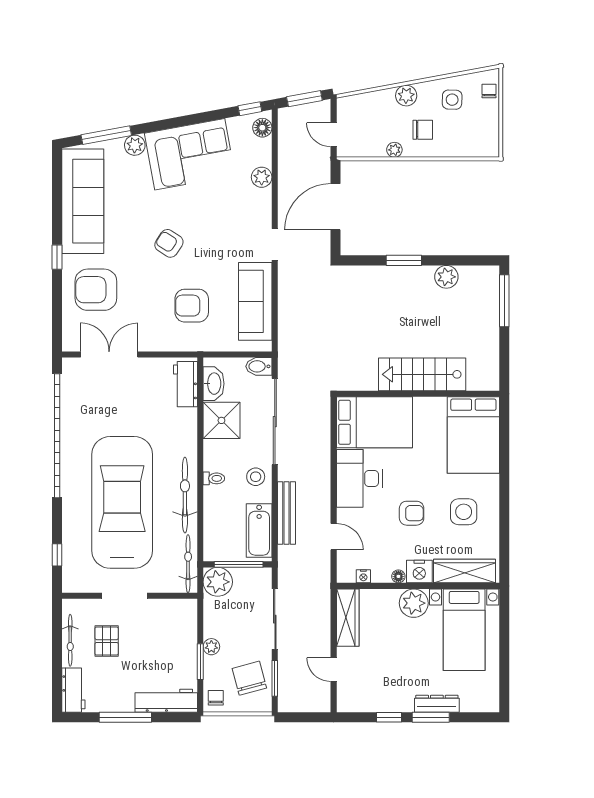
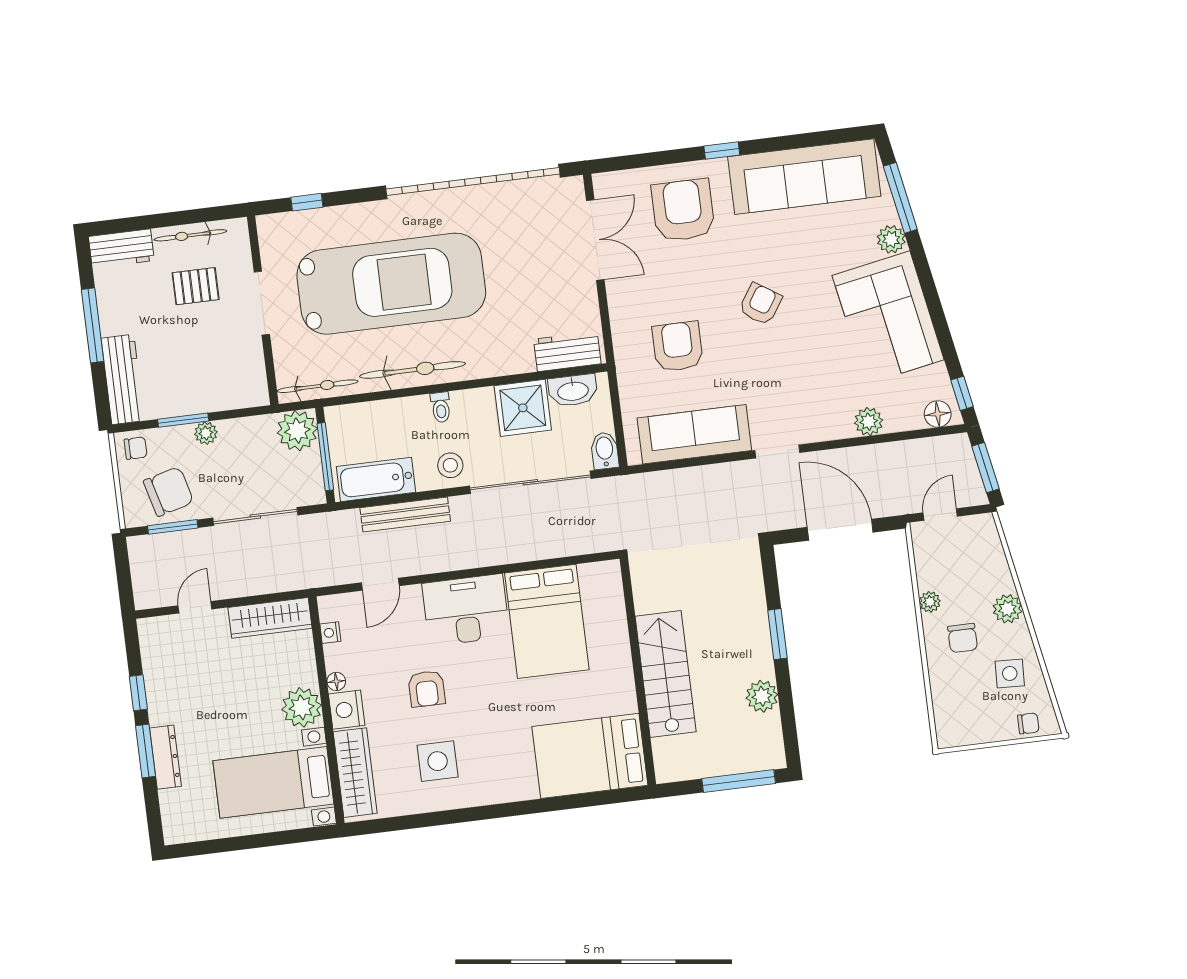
stairs: (422, 374) -> (666, 674), moved
wall: (418, 394) -> (638, 671), moved
bed: (473, 435) -> (590, 756), moved

